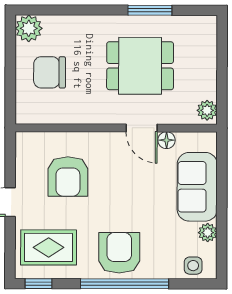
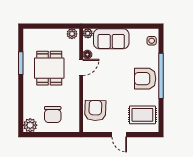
armchair: (68, 176) -> (95, 111), moved, turned -88
plant: (208, 233) -> (88, 33), moved
rug: (49, 247) -> (142, 115), turned 90
window: (39, 284) -> (161, 120), removed

